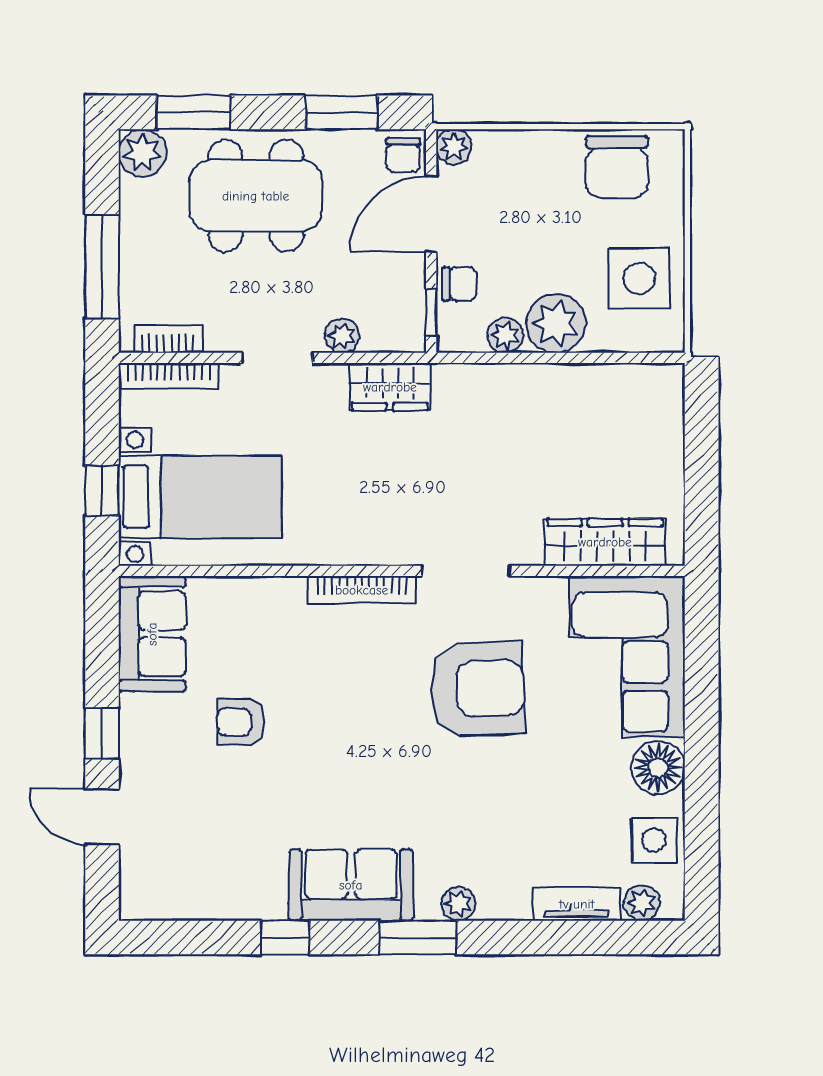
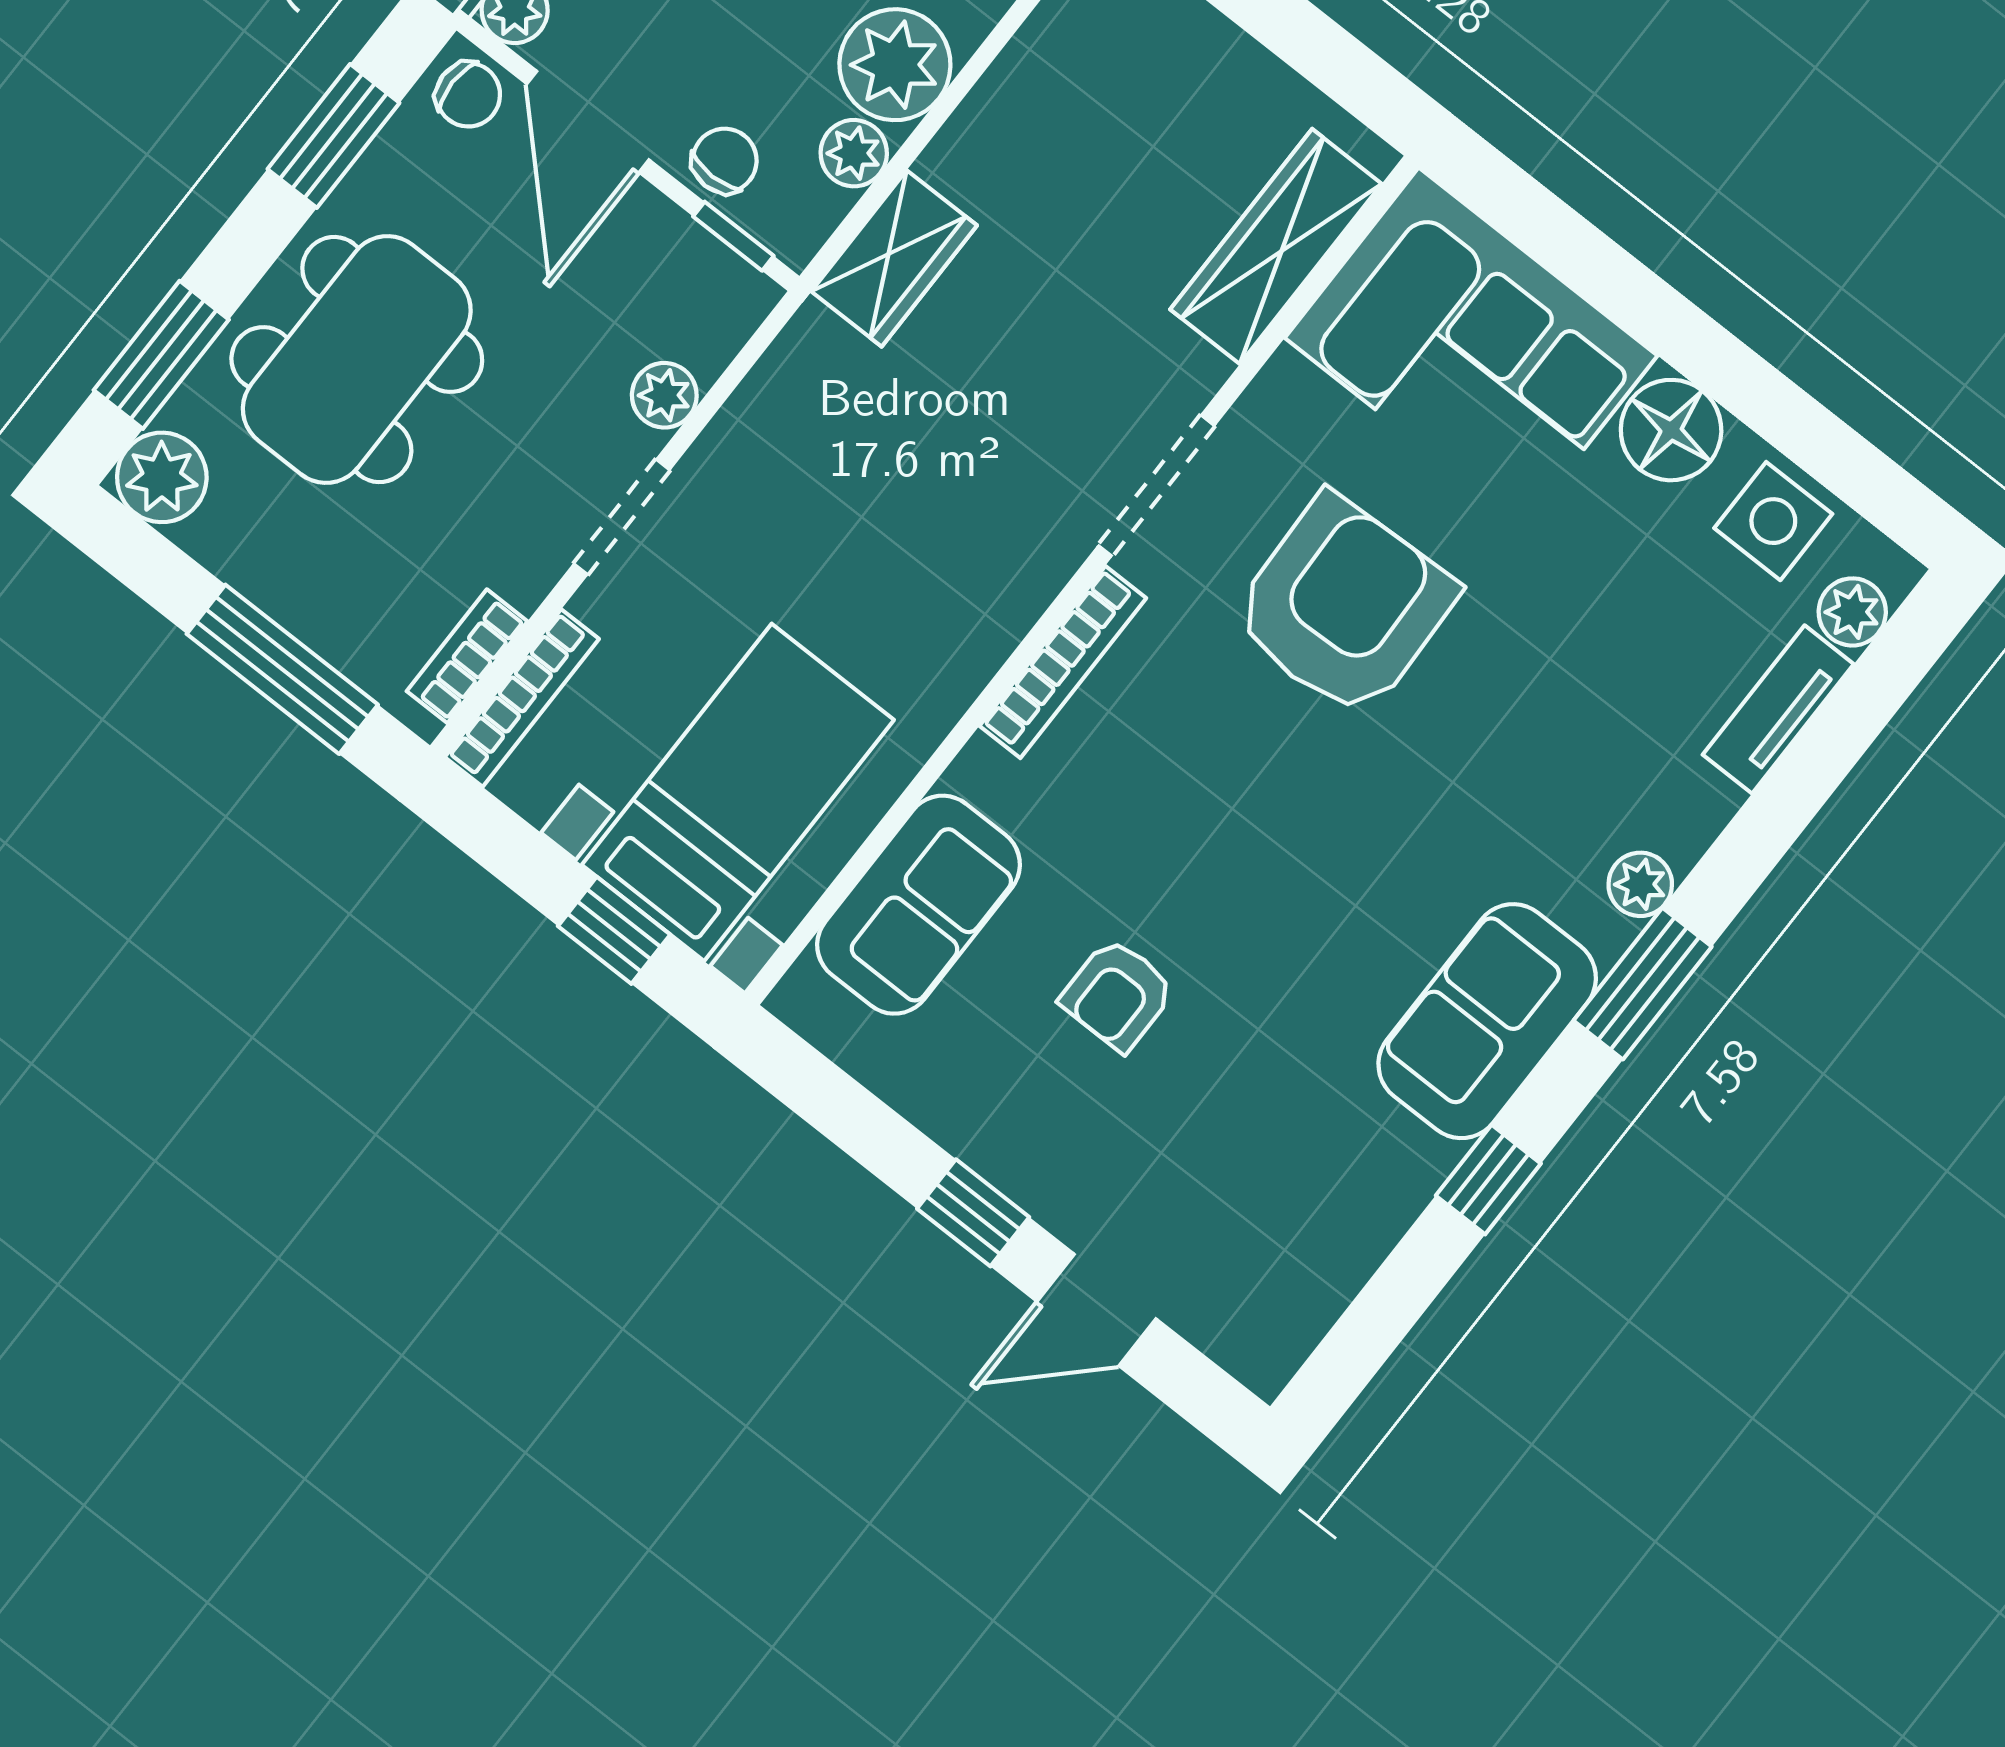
wardrobe: (390, 387) -> (894, 258), moved
sofa: (152, 634) -> (919, 905), moved, turned 90

